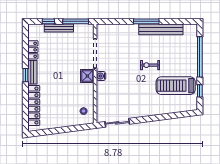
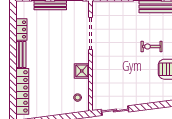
window: (25, 75) -> (13, 58), removed
shower: (87, 76) -> (82, 71), moved
water cooler: (101, 76) -> (97, 59), removed

